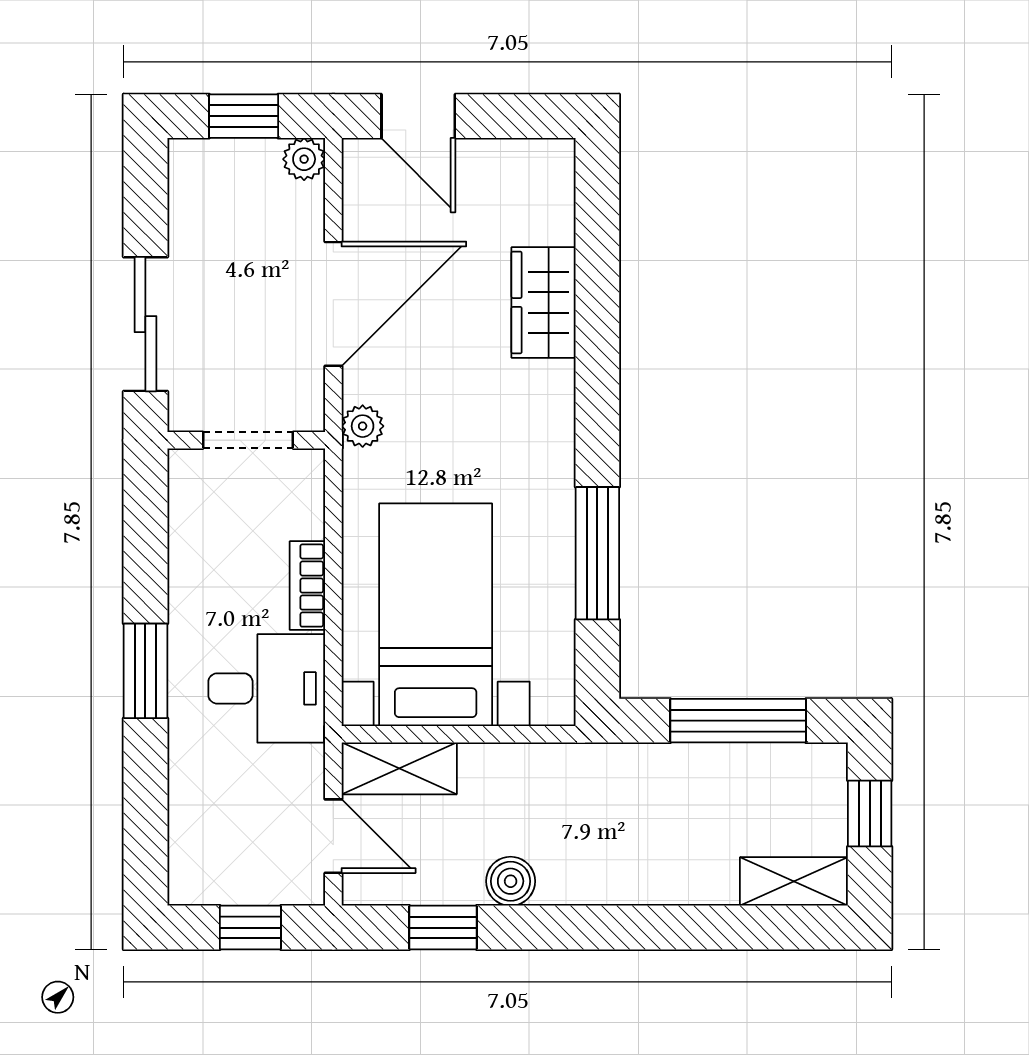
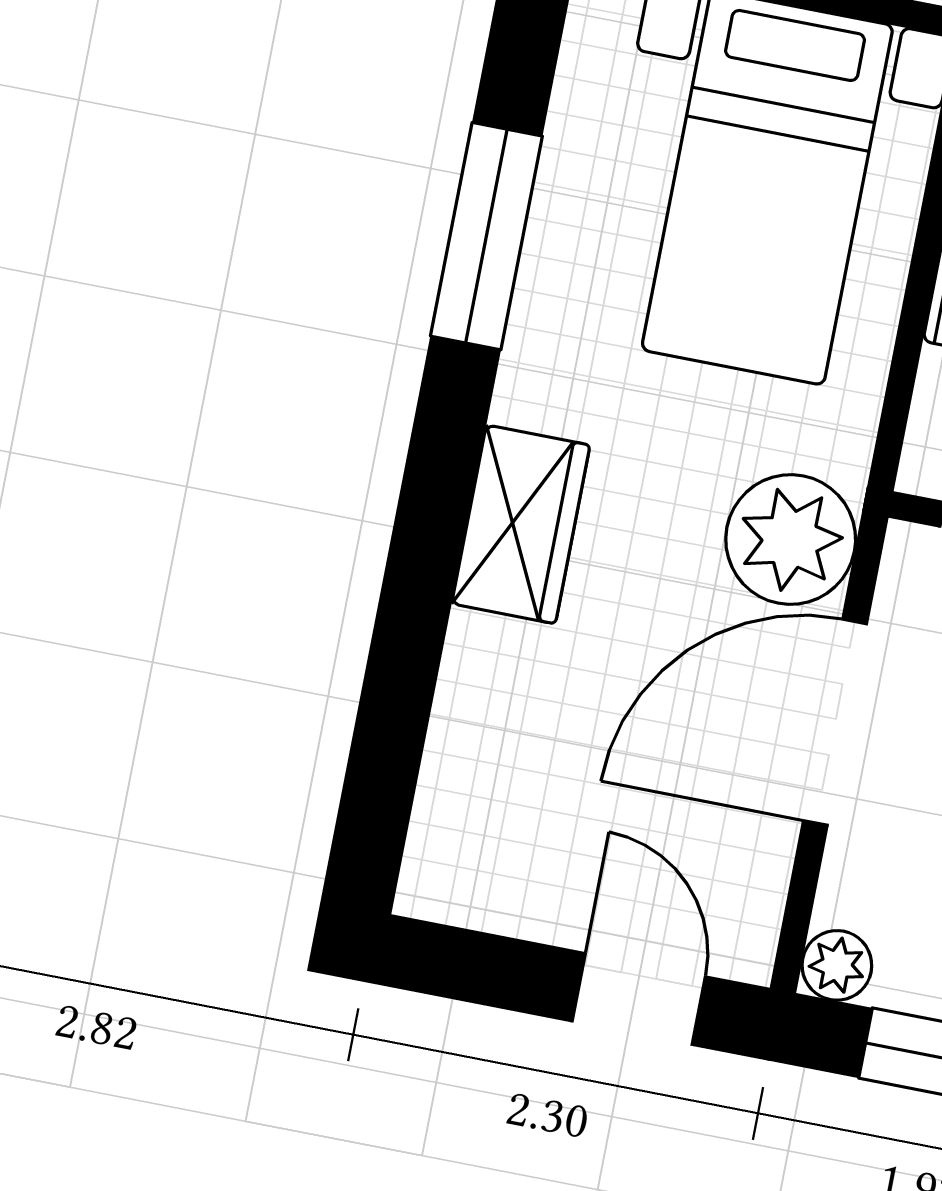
wardrobe: (544, 302) -> (521, 524), moved
plant: (363, 426) -> (791, 539), width x1.87, depth x1.87

